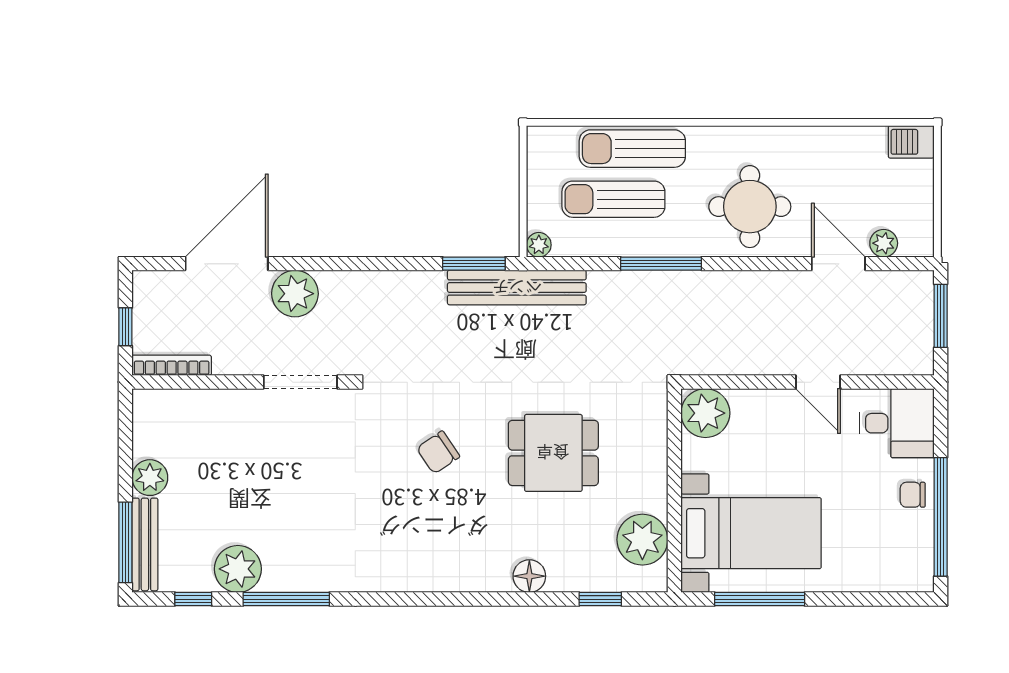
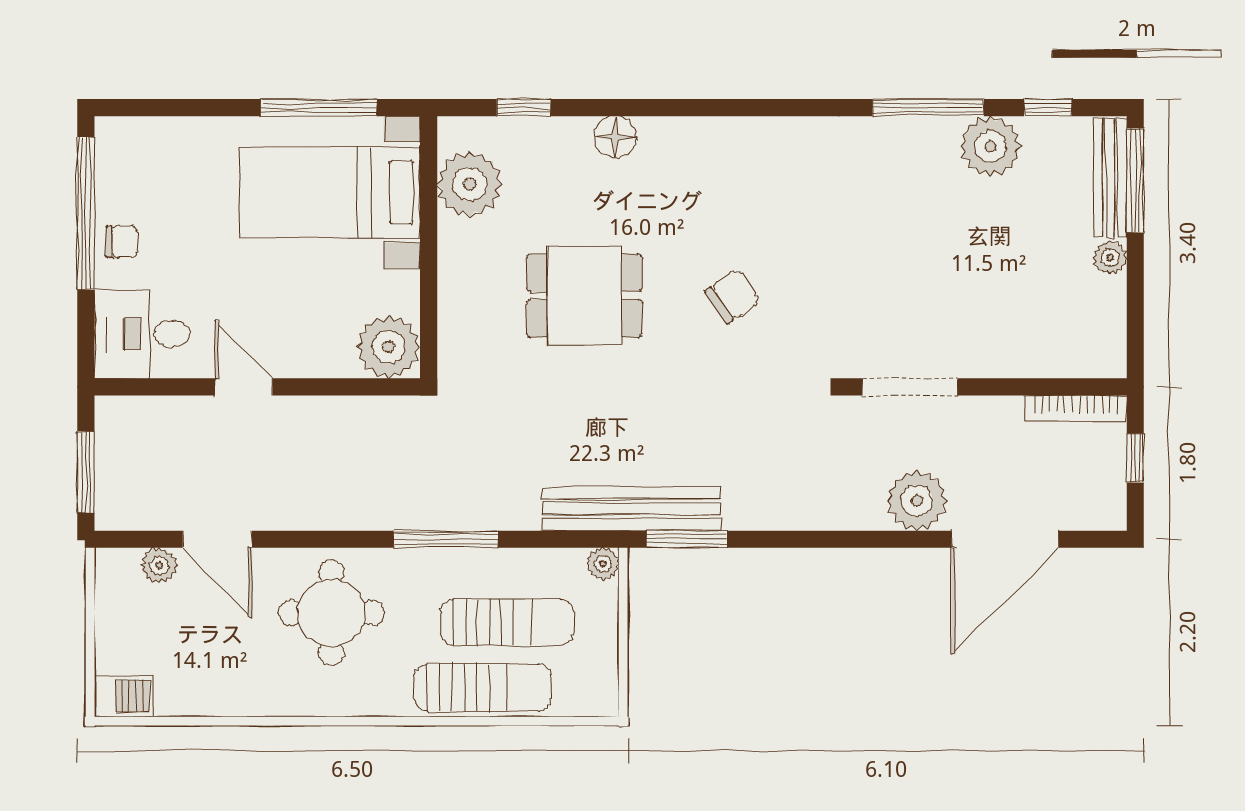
plant: (150, 478) -> (1110, 258), width x0.73, depth x0.73

